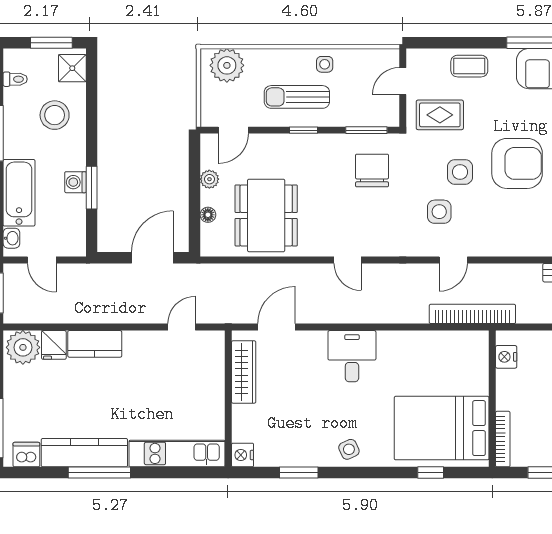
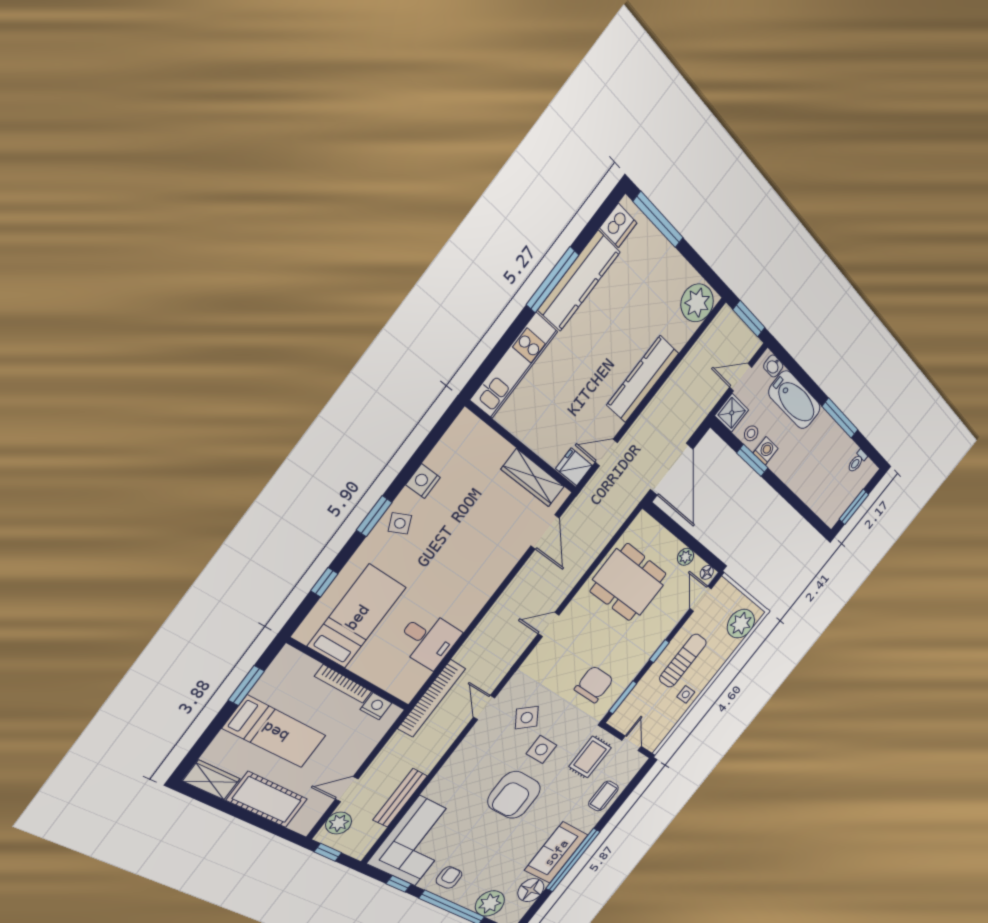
shower: (72, 68) -> (732, 413), moved
stool: (55, 115) -> (751, 433), moved, width x0.53, depth x0.53
chair: (372, 170) -> (594, 684), turned -90
side table: (439, 212) -> (527, 718), turned -37
floor lamp: (208, 215) -> (707, 572), moved
door: (152, 258) -> (672, 469), width x1.36
door: (182, 327) -> (606, 452), swing flipped
kitchen counter: (95, 344) -> (643, 379), width x1.50
fridge: (54, 345) -> (574, 467), moved
desk: (352, 356) -> (428, 639), moved
bed: (442, 428) -> (357, 617), width x0.67
bookcase: (503, 439) -> (343, 684), moved
nightstand: (243, 455) -> (423, 481), moved, turned -90
window: (299, 473) -> (374, 516), moved

